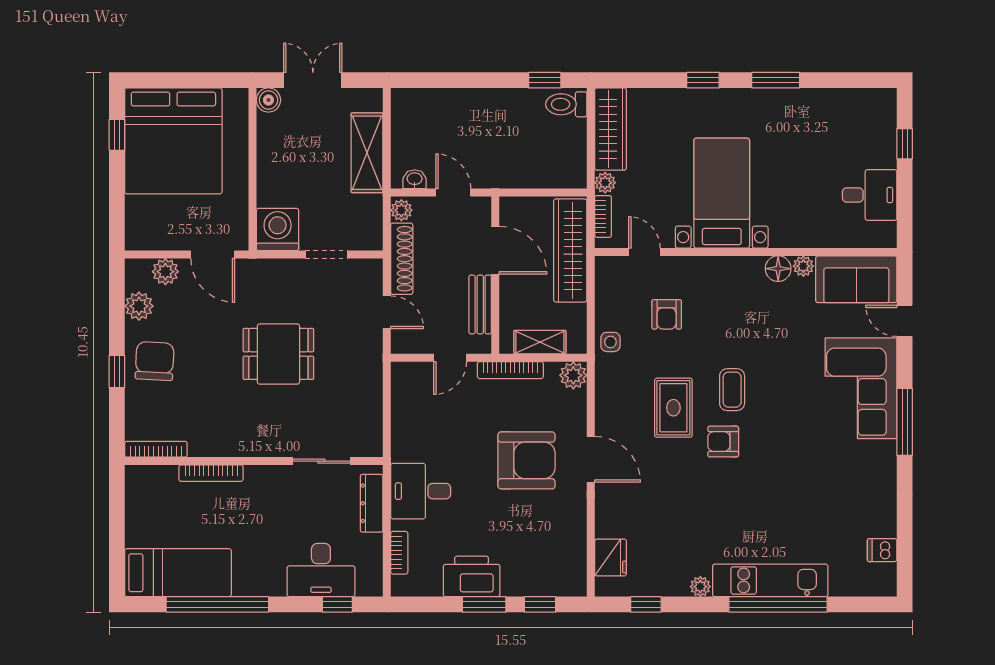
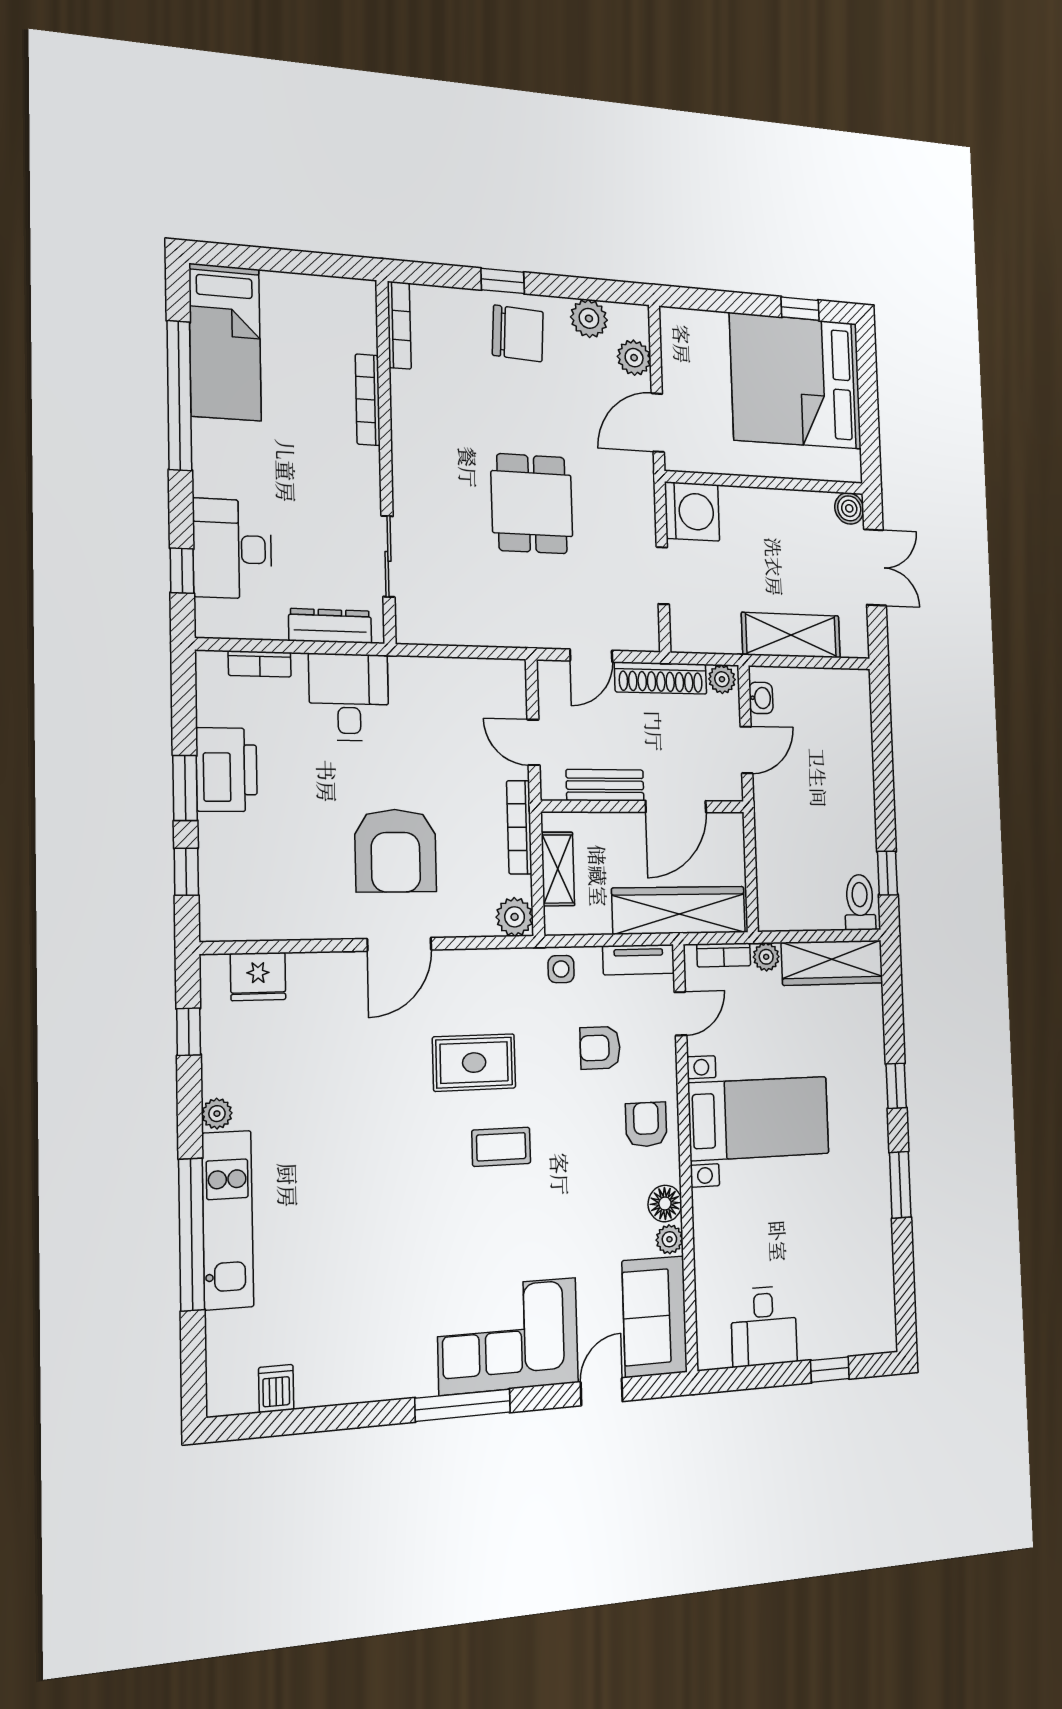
tv unit: (605, 283) -> (639, 960), added
armchair: (723, 442) -> (646, 1124), moved

